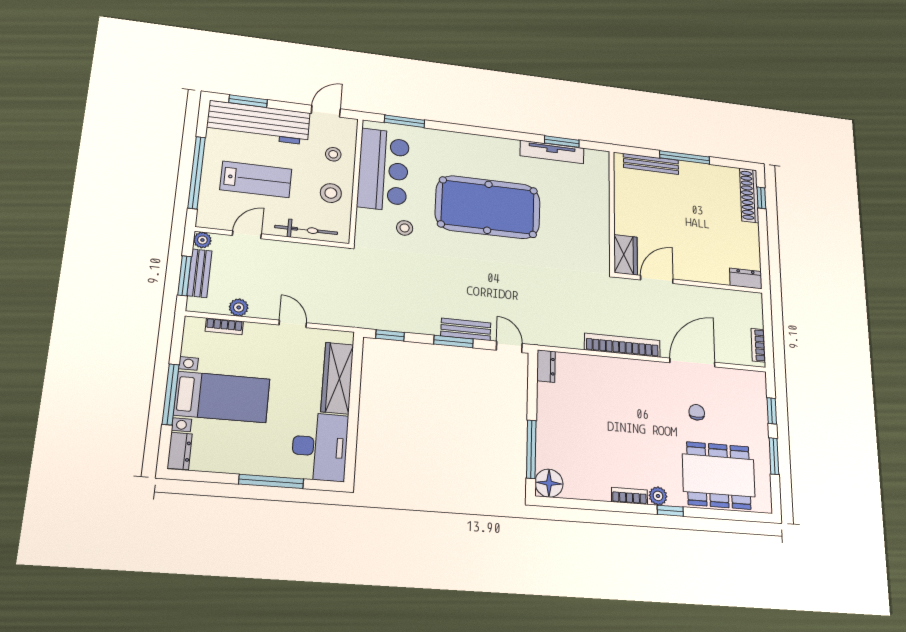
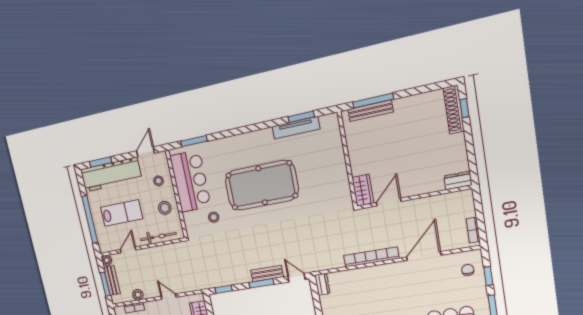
window: (685, 157) -> (373, 101), moved
chair: (697, 412) -> (468, 270), moved

